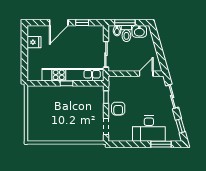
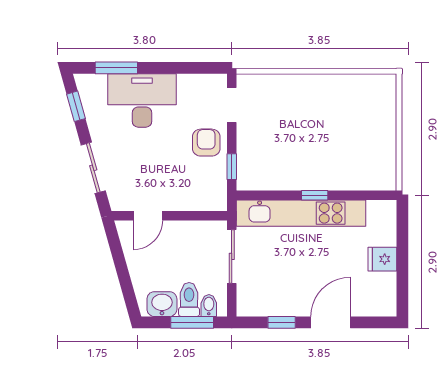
fridge: (34, 42) -> (382, 259), moved

